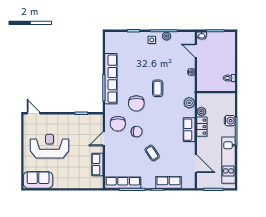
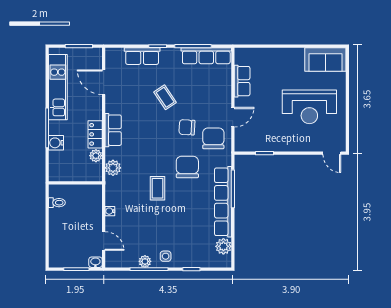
plant: (111, 47) -> (223, 246), added

